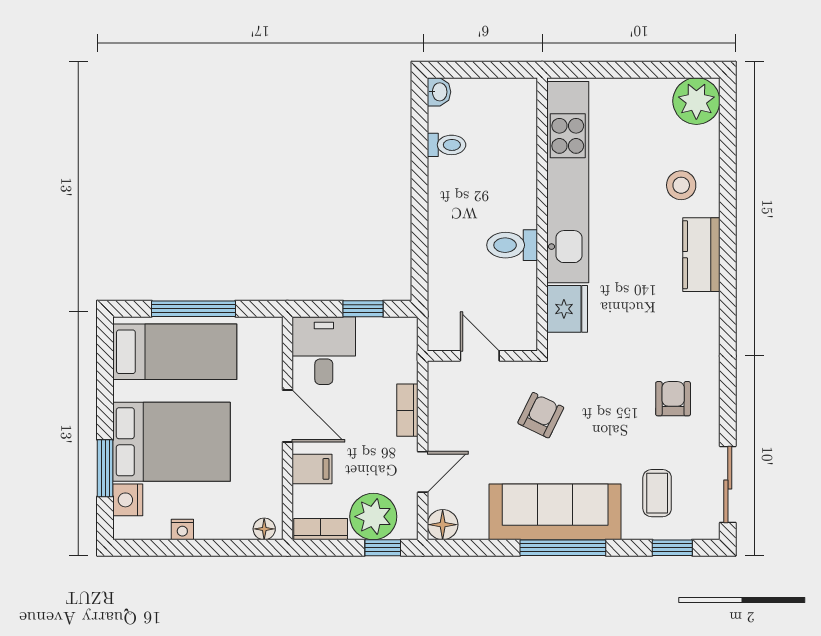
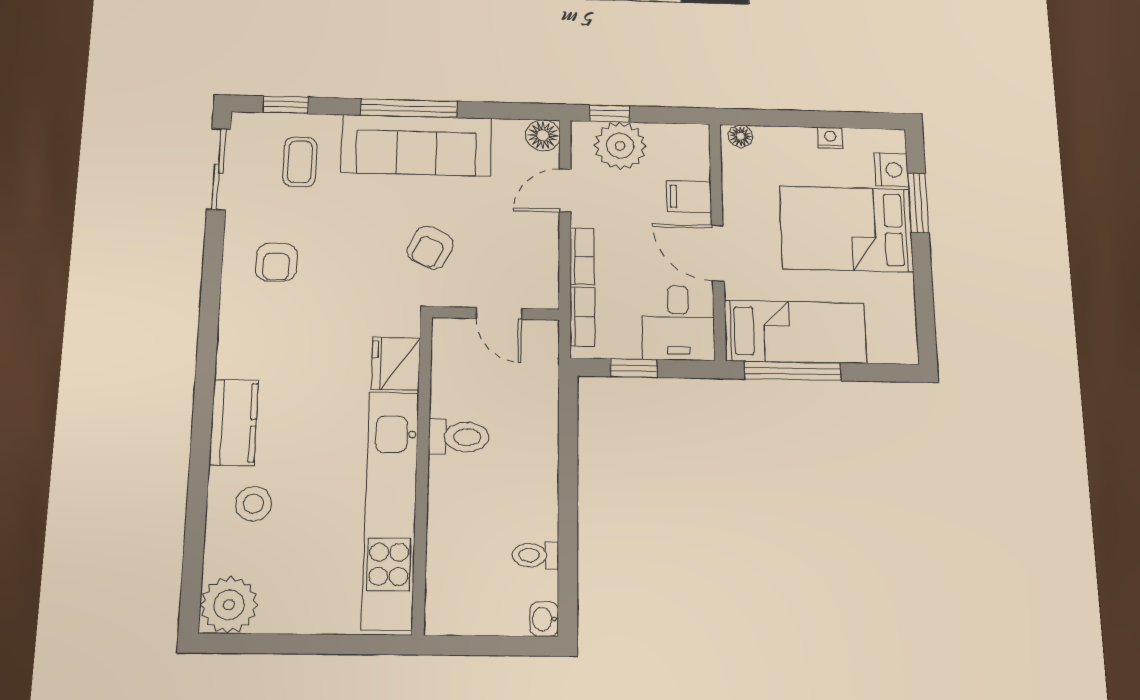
window: (194, 309) -> (793, 371), moved
bed: (175, 352) -> (795, 332), moved, turned 180
bookcase: (321, 529) -> (582, 317), moved, turned -90

